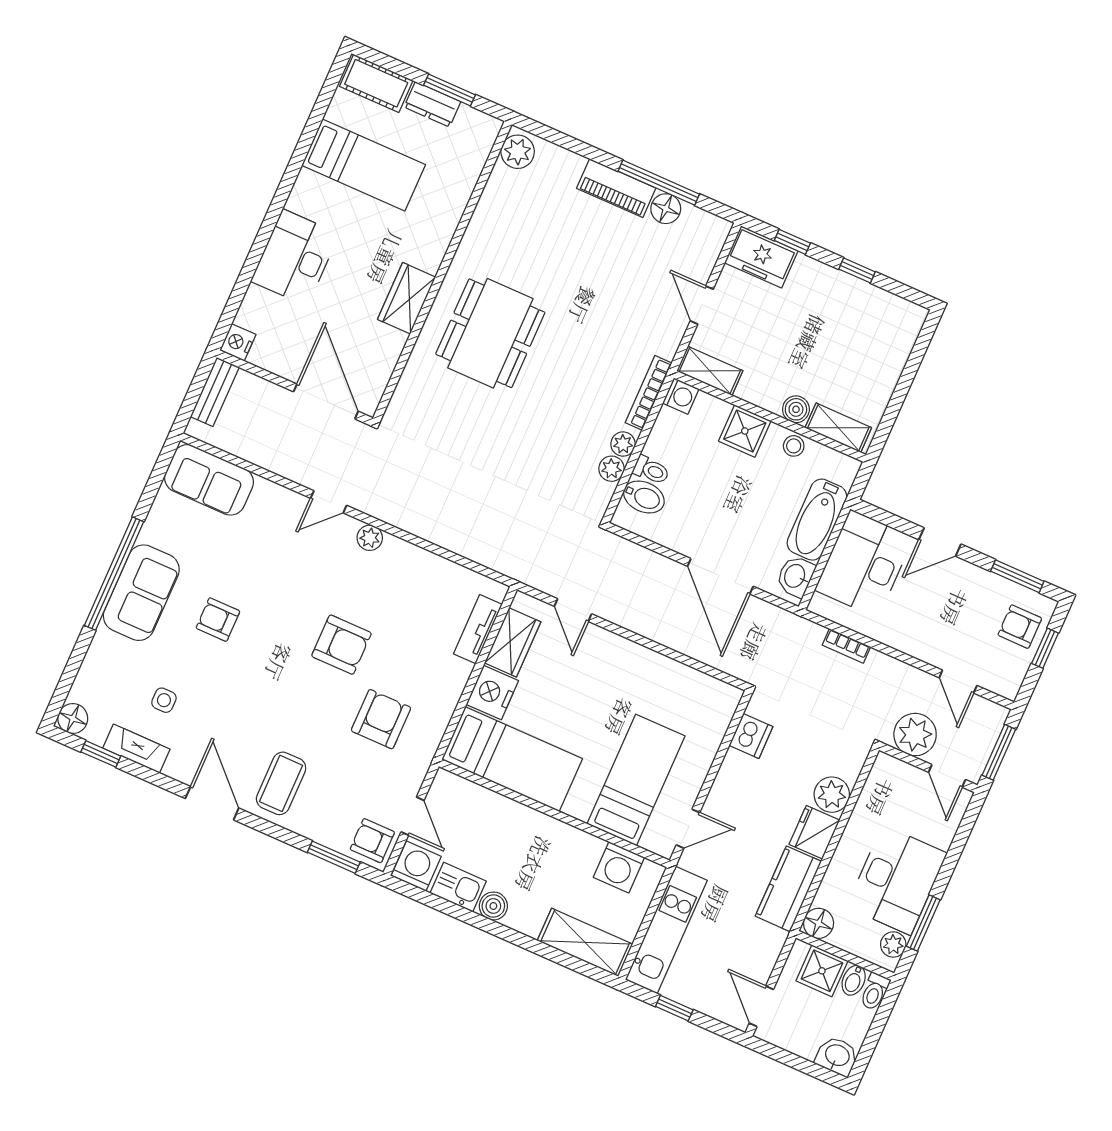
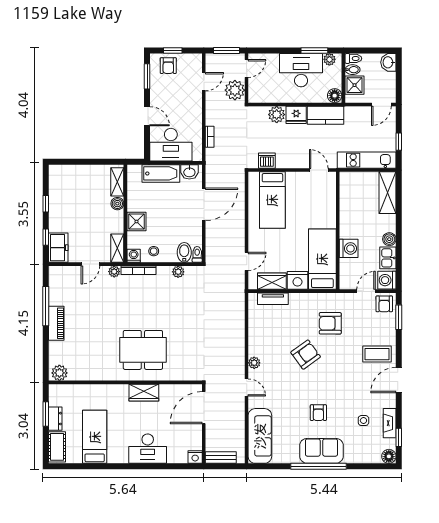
floor lamp: (666, 209) -> (56, 298), removed
plant: (623, 444) -> (114, 272), moved
stool: (794, 446) -> (154, 251), moved
toilet: (651, 470) -> (197, 254), moved
sofa: (209, 480) -> (260, 436), width x1.36
armchair: (341, 645) -> (306, 355), turned 54
bed: (636, 780) -> (272, 200), moved, turned -90
washing machine: (619, 867) -> (349, 248), moved

